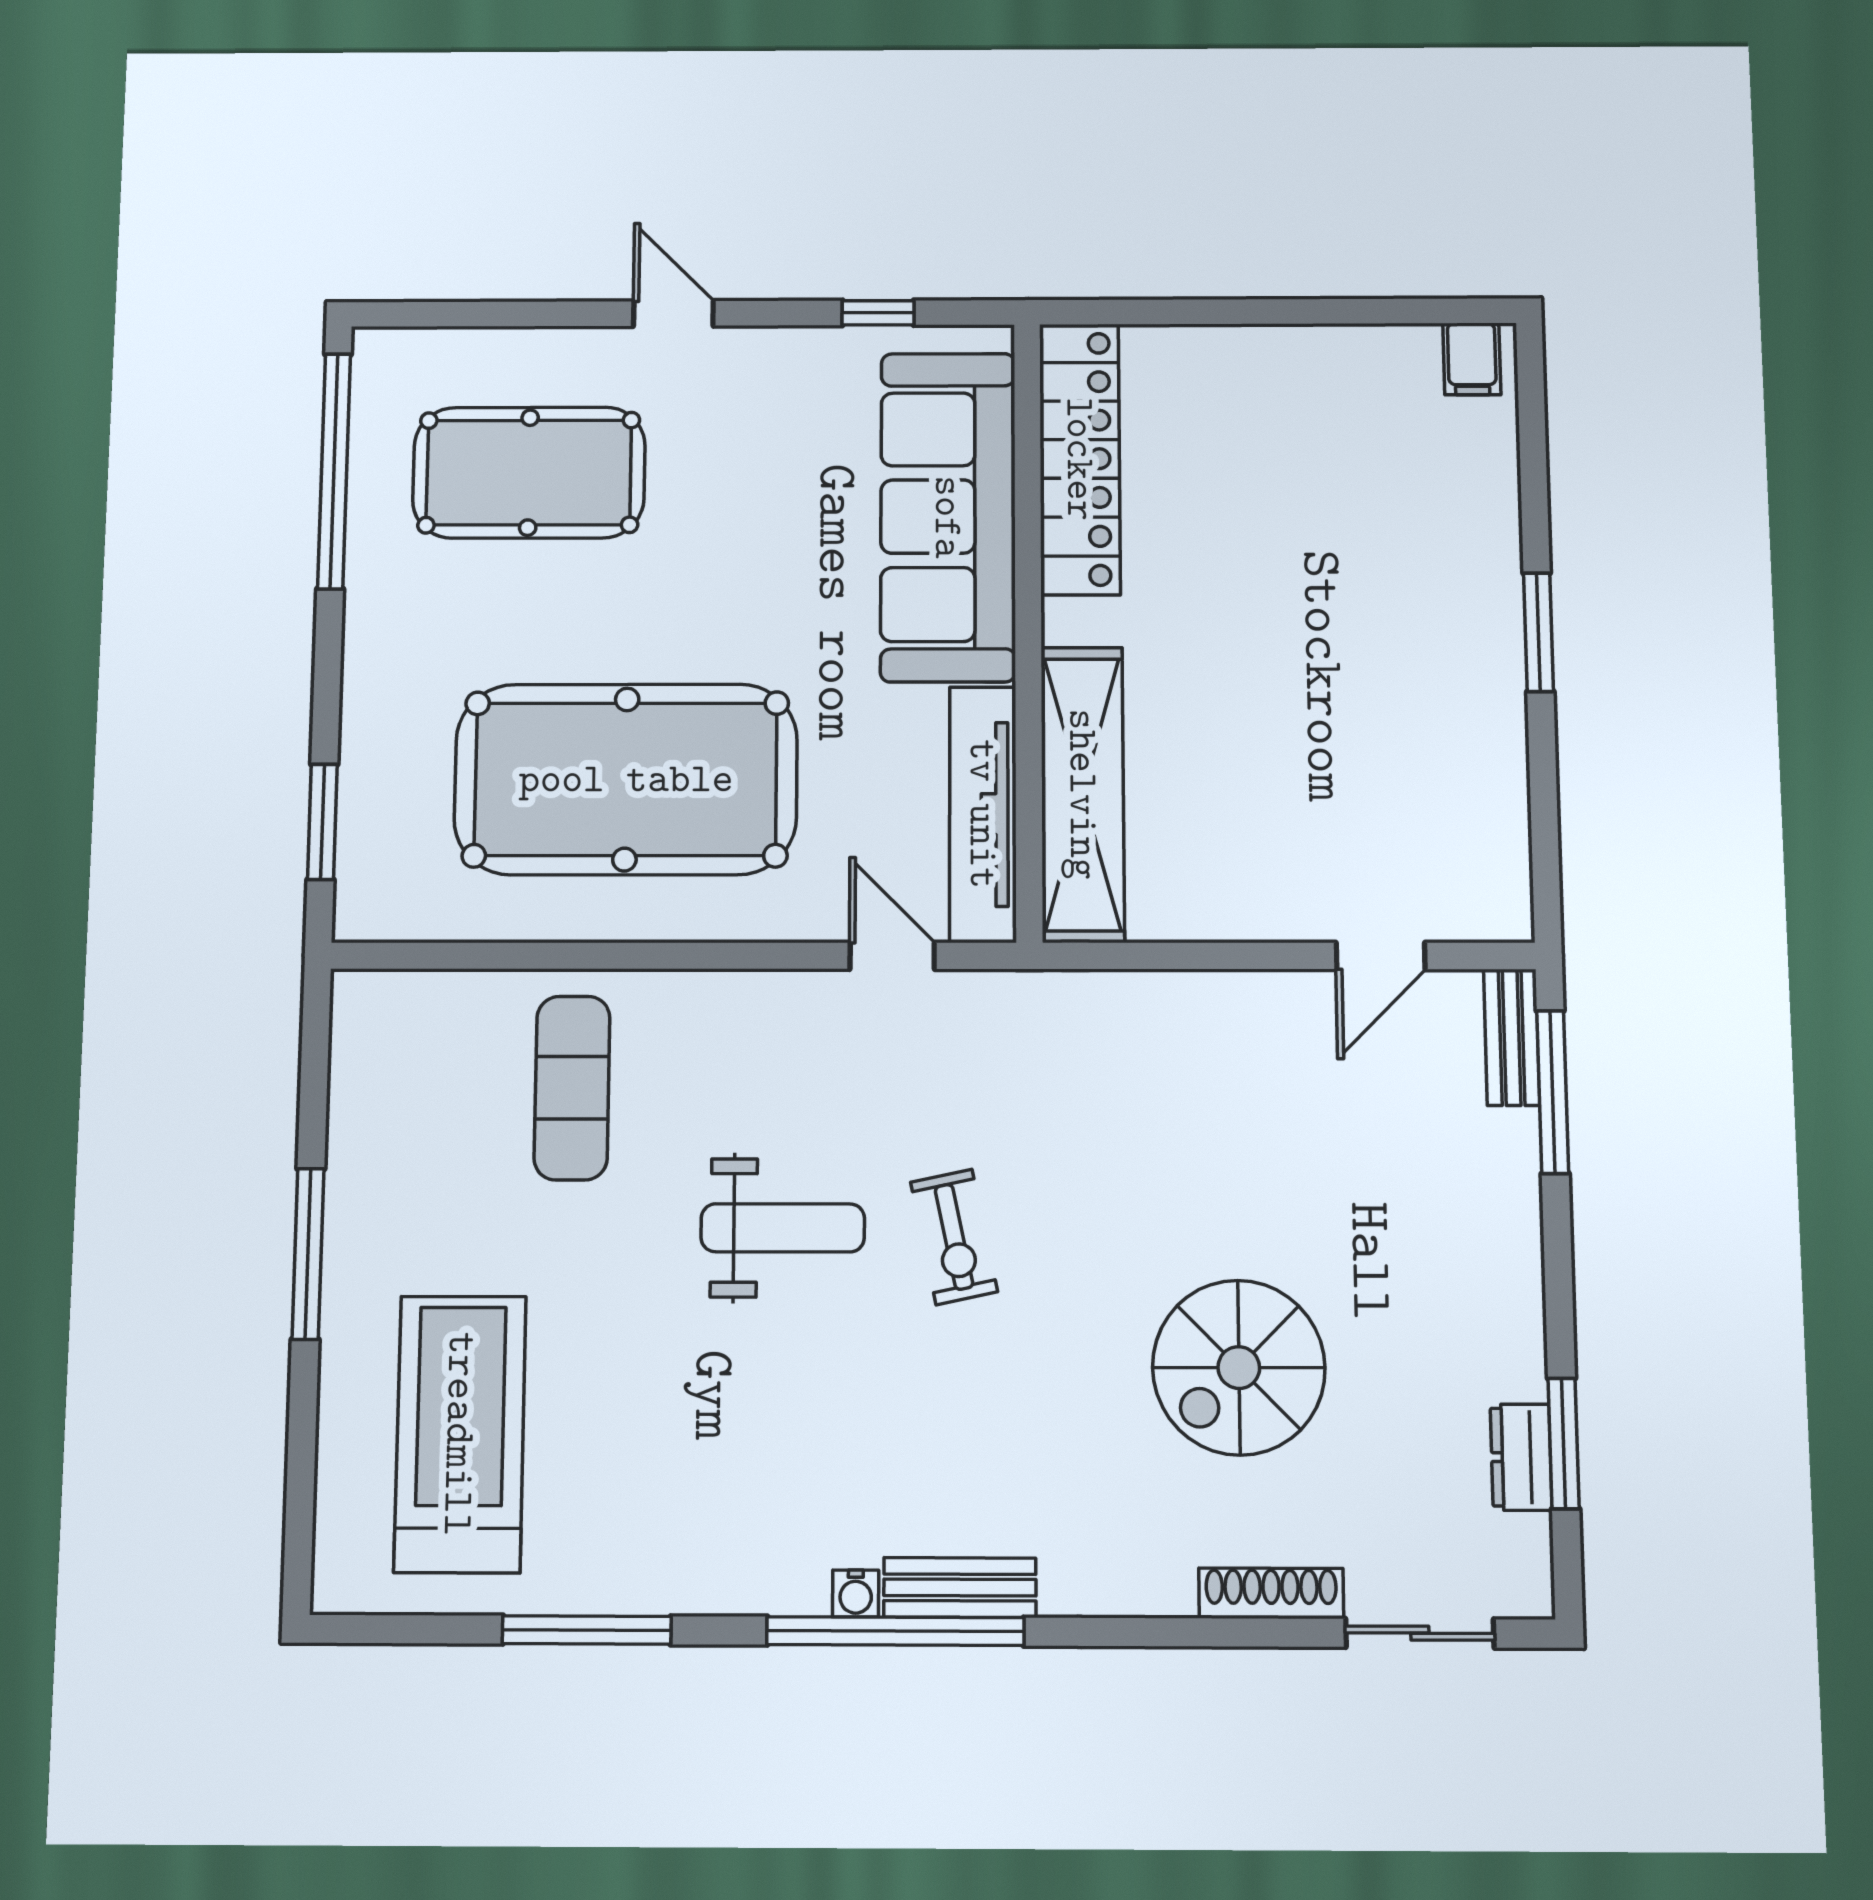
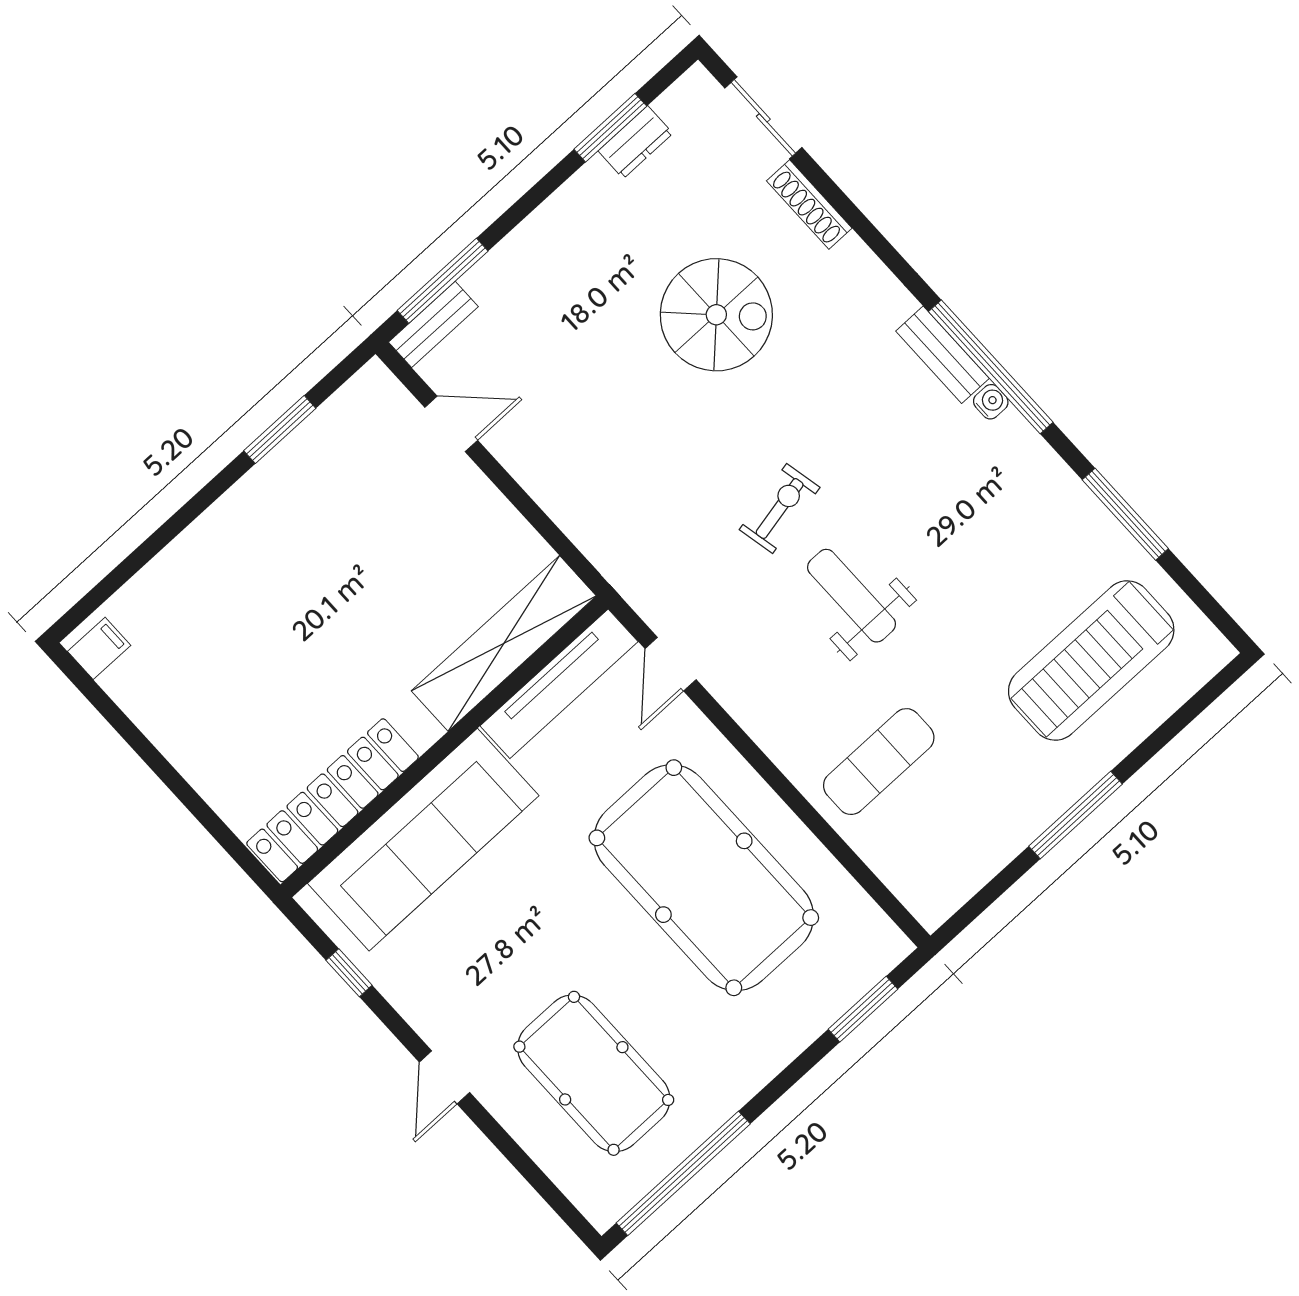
window: (1538, 632) -> (280, 429), moved

